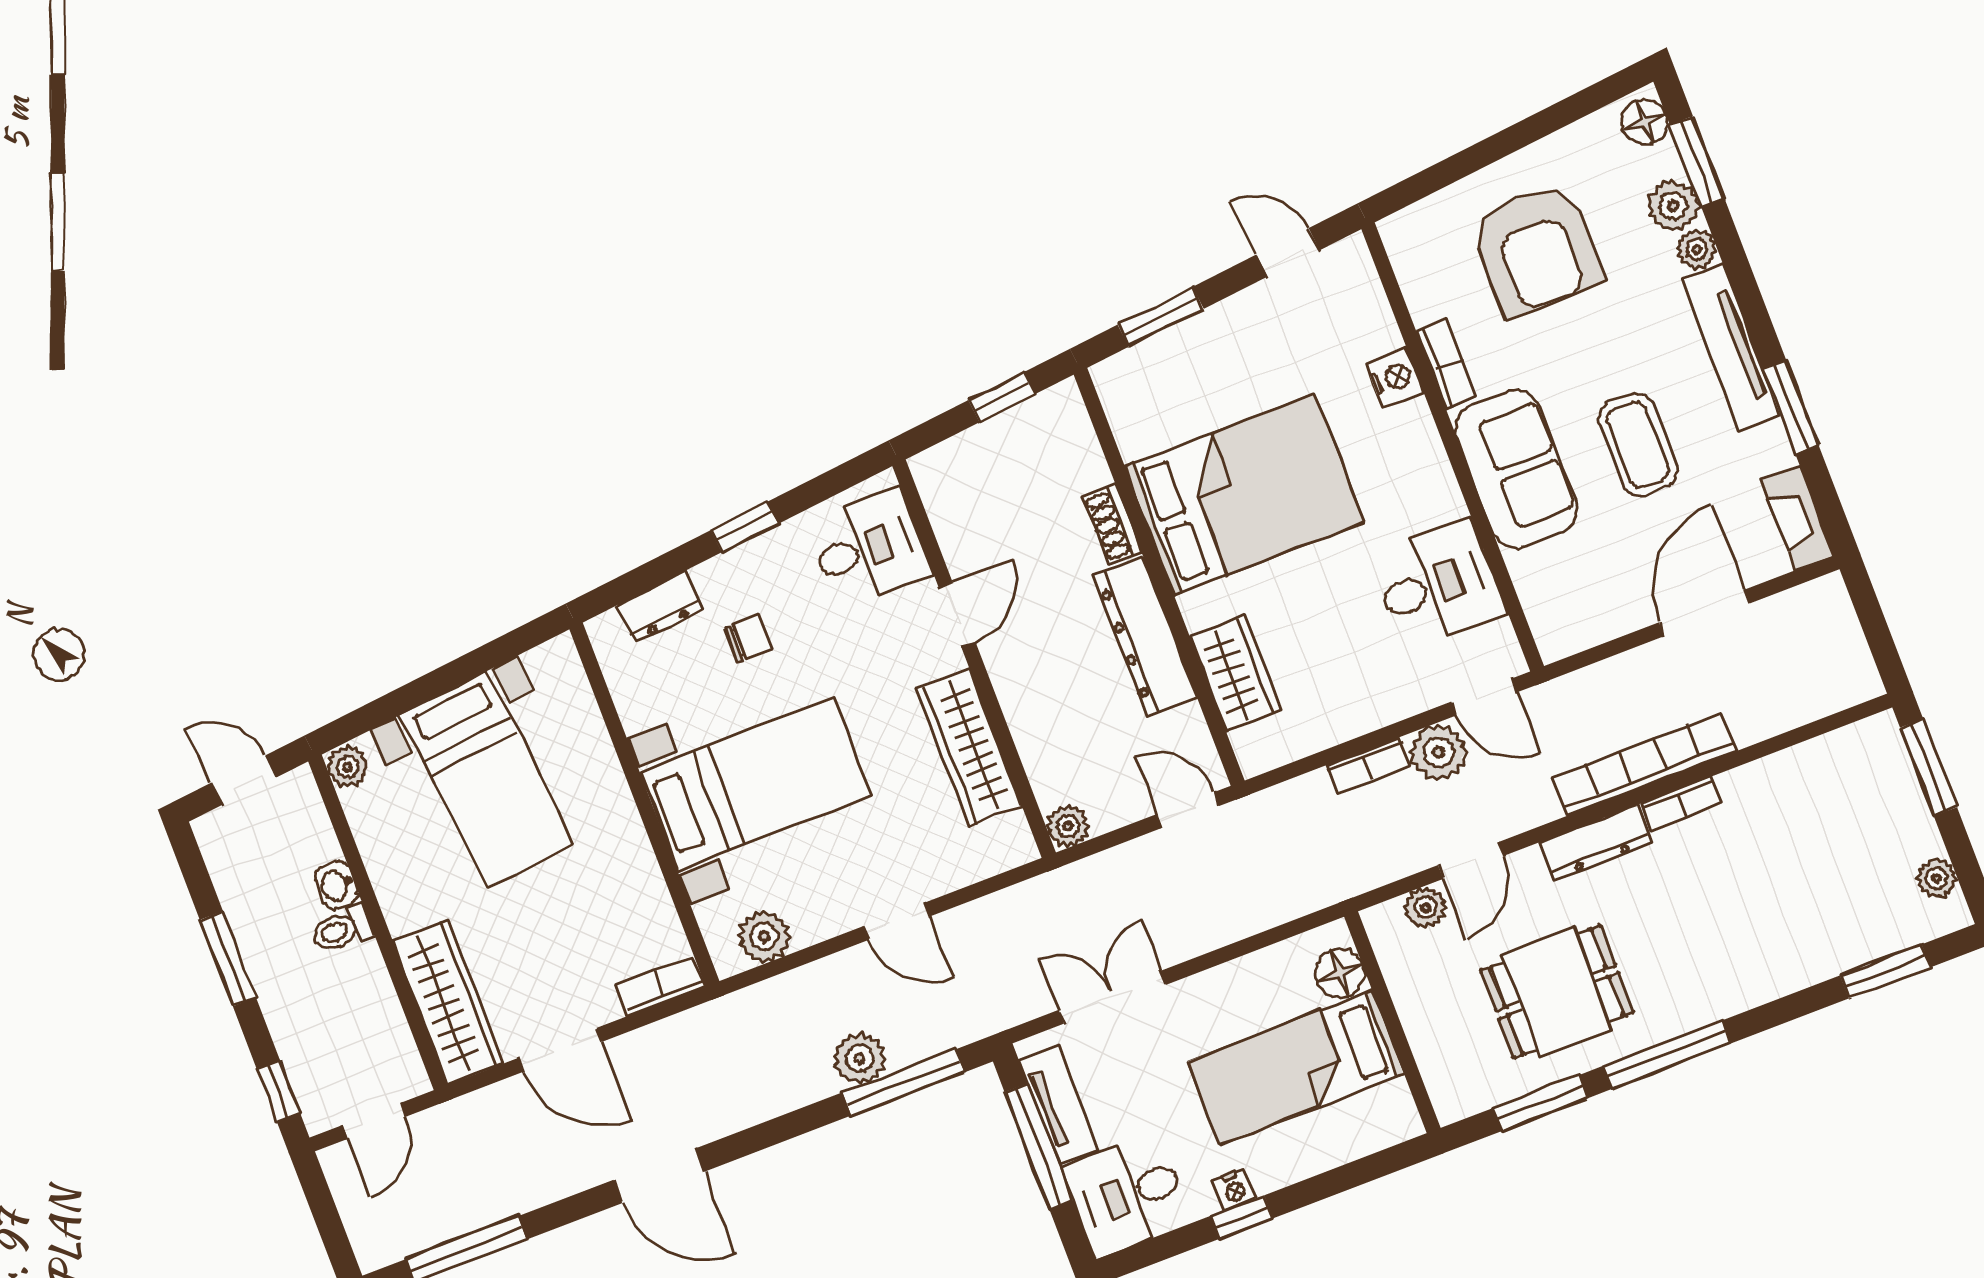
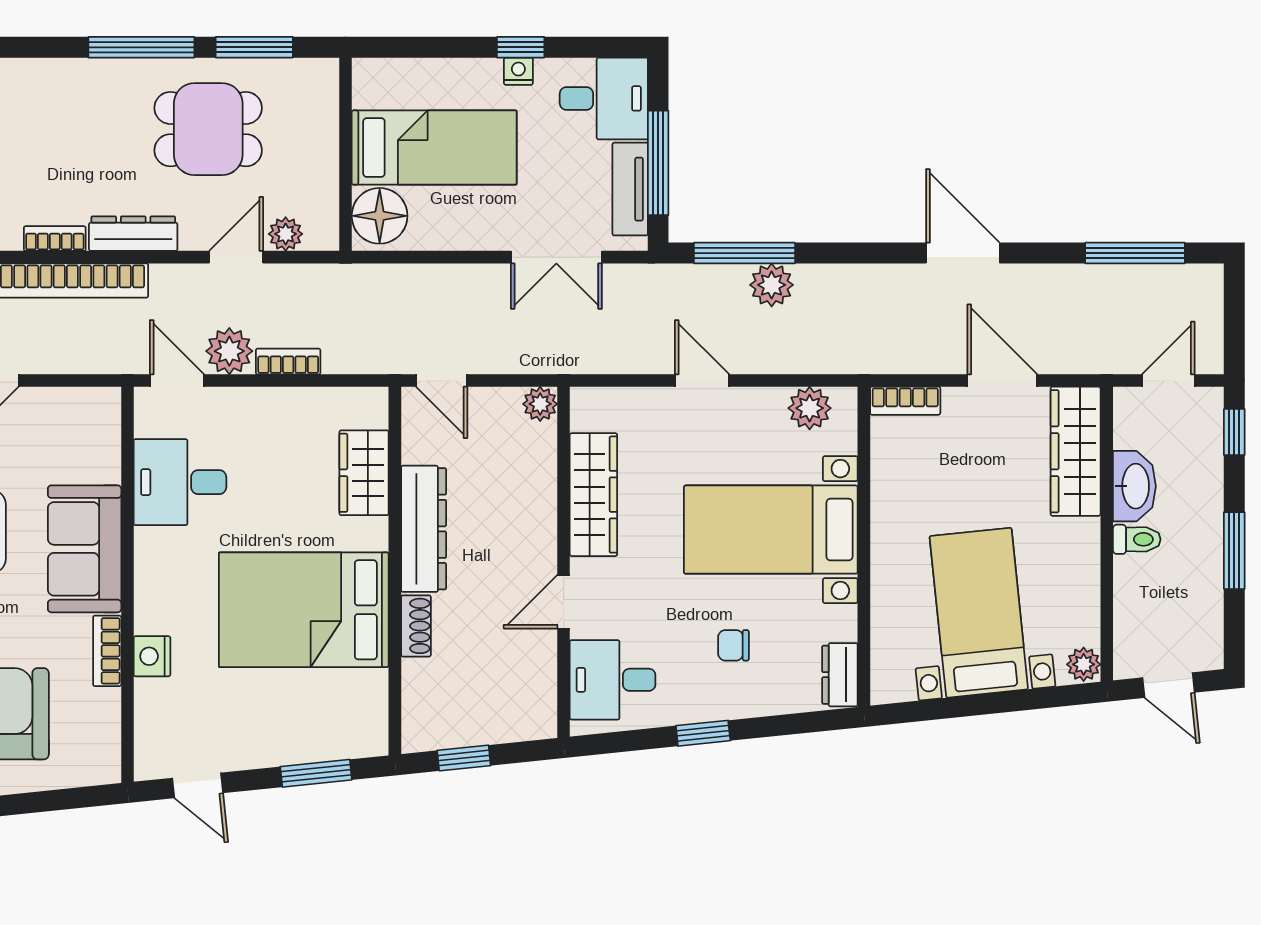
dresser: (660, 607) -> (840, 675), moved, turned -84
washbasin: (336, 885) -> (1134, 486), moved, width x1.91, depth x1.45
floor lamp: (1340, 973) -> (380, 216), width x1.38, depth x1.38

